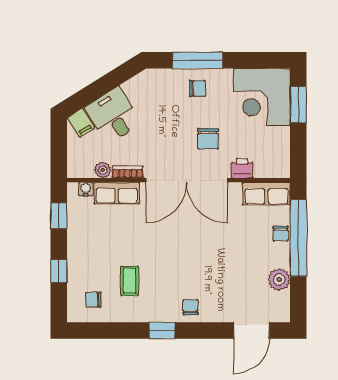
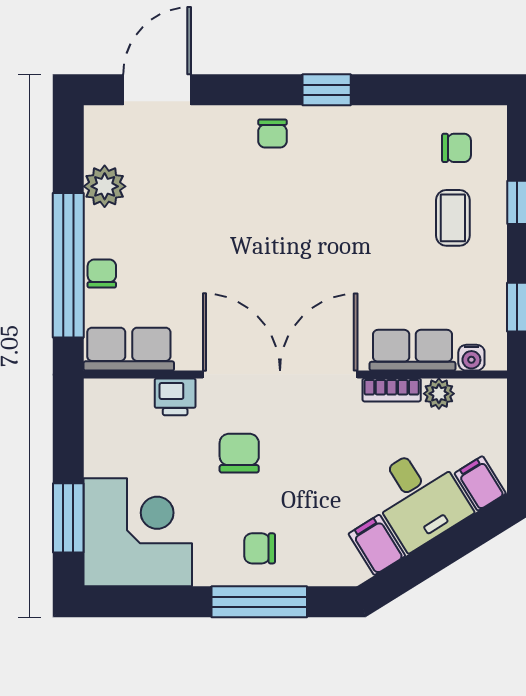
filing cabinet: (136, 90) -> (377, 545), added
coffee table: (130, 281) -> (453, 218), moved

